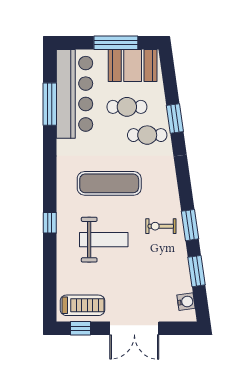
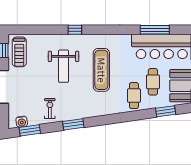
window: (175, 118) -> (166, 111), moved
exercise bike: (161, 226) -> (50, 108), moved
window: (196, 271) -> (30, 130), moved

